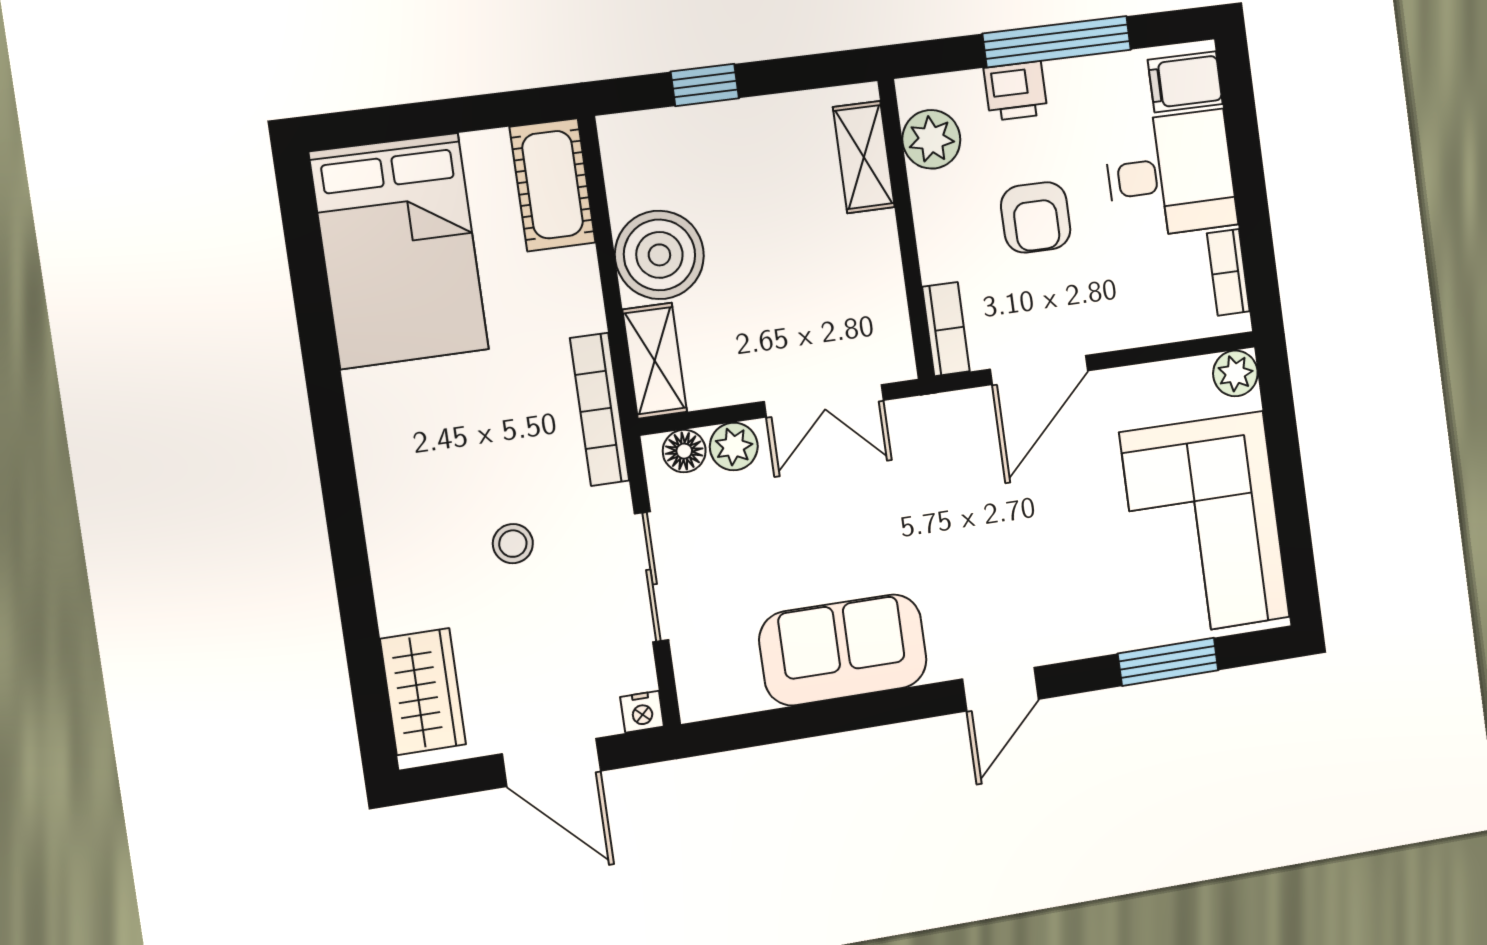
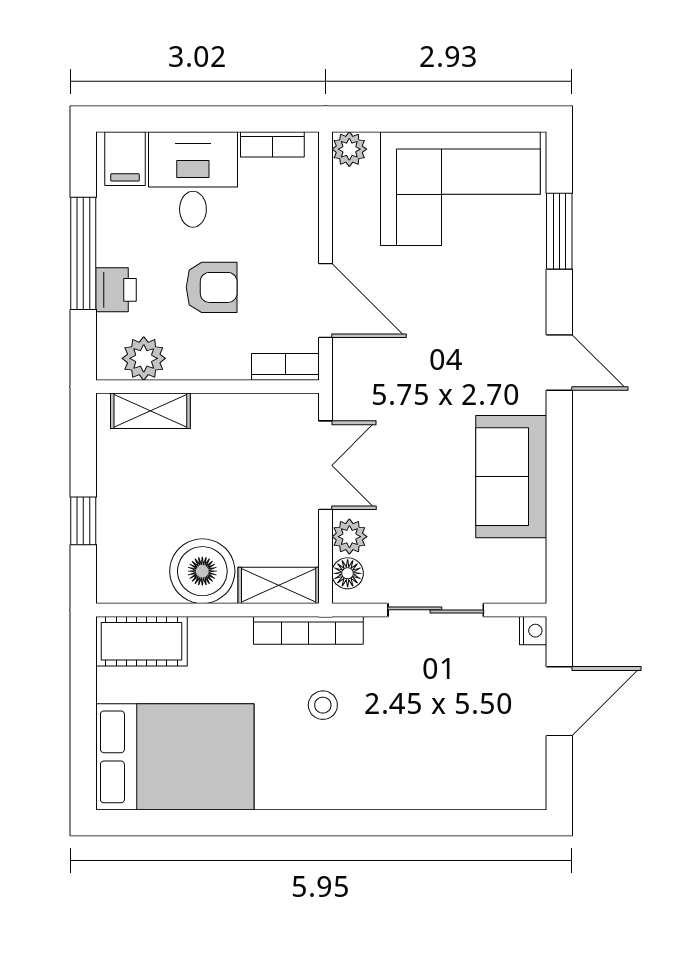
stool: (513, 544) -> (323, 705), moved
wardrobe: (423, 692) -> (493, 785), removed

